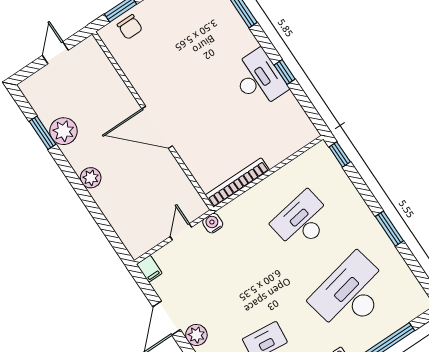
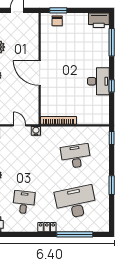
door: (181, 232) -> (19, 125), hinge flipped

